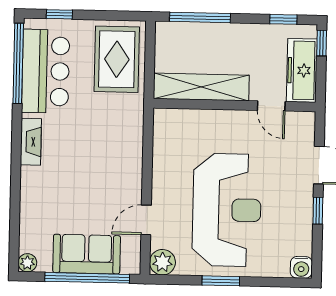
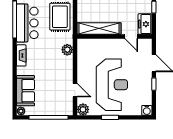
freezer: (302, 70) -> (145, 24), width x0.71
plant: (131, 132) -> (67, 50), added
door: (146, 220) -> (75, 90), swing flipped
sofa: (87, 254) -> (26, 91), moved, turned 90

